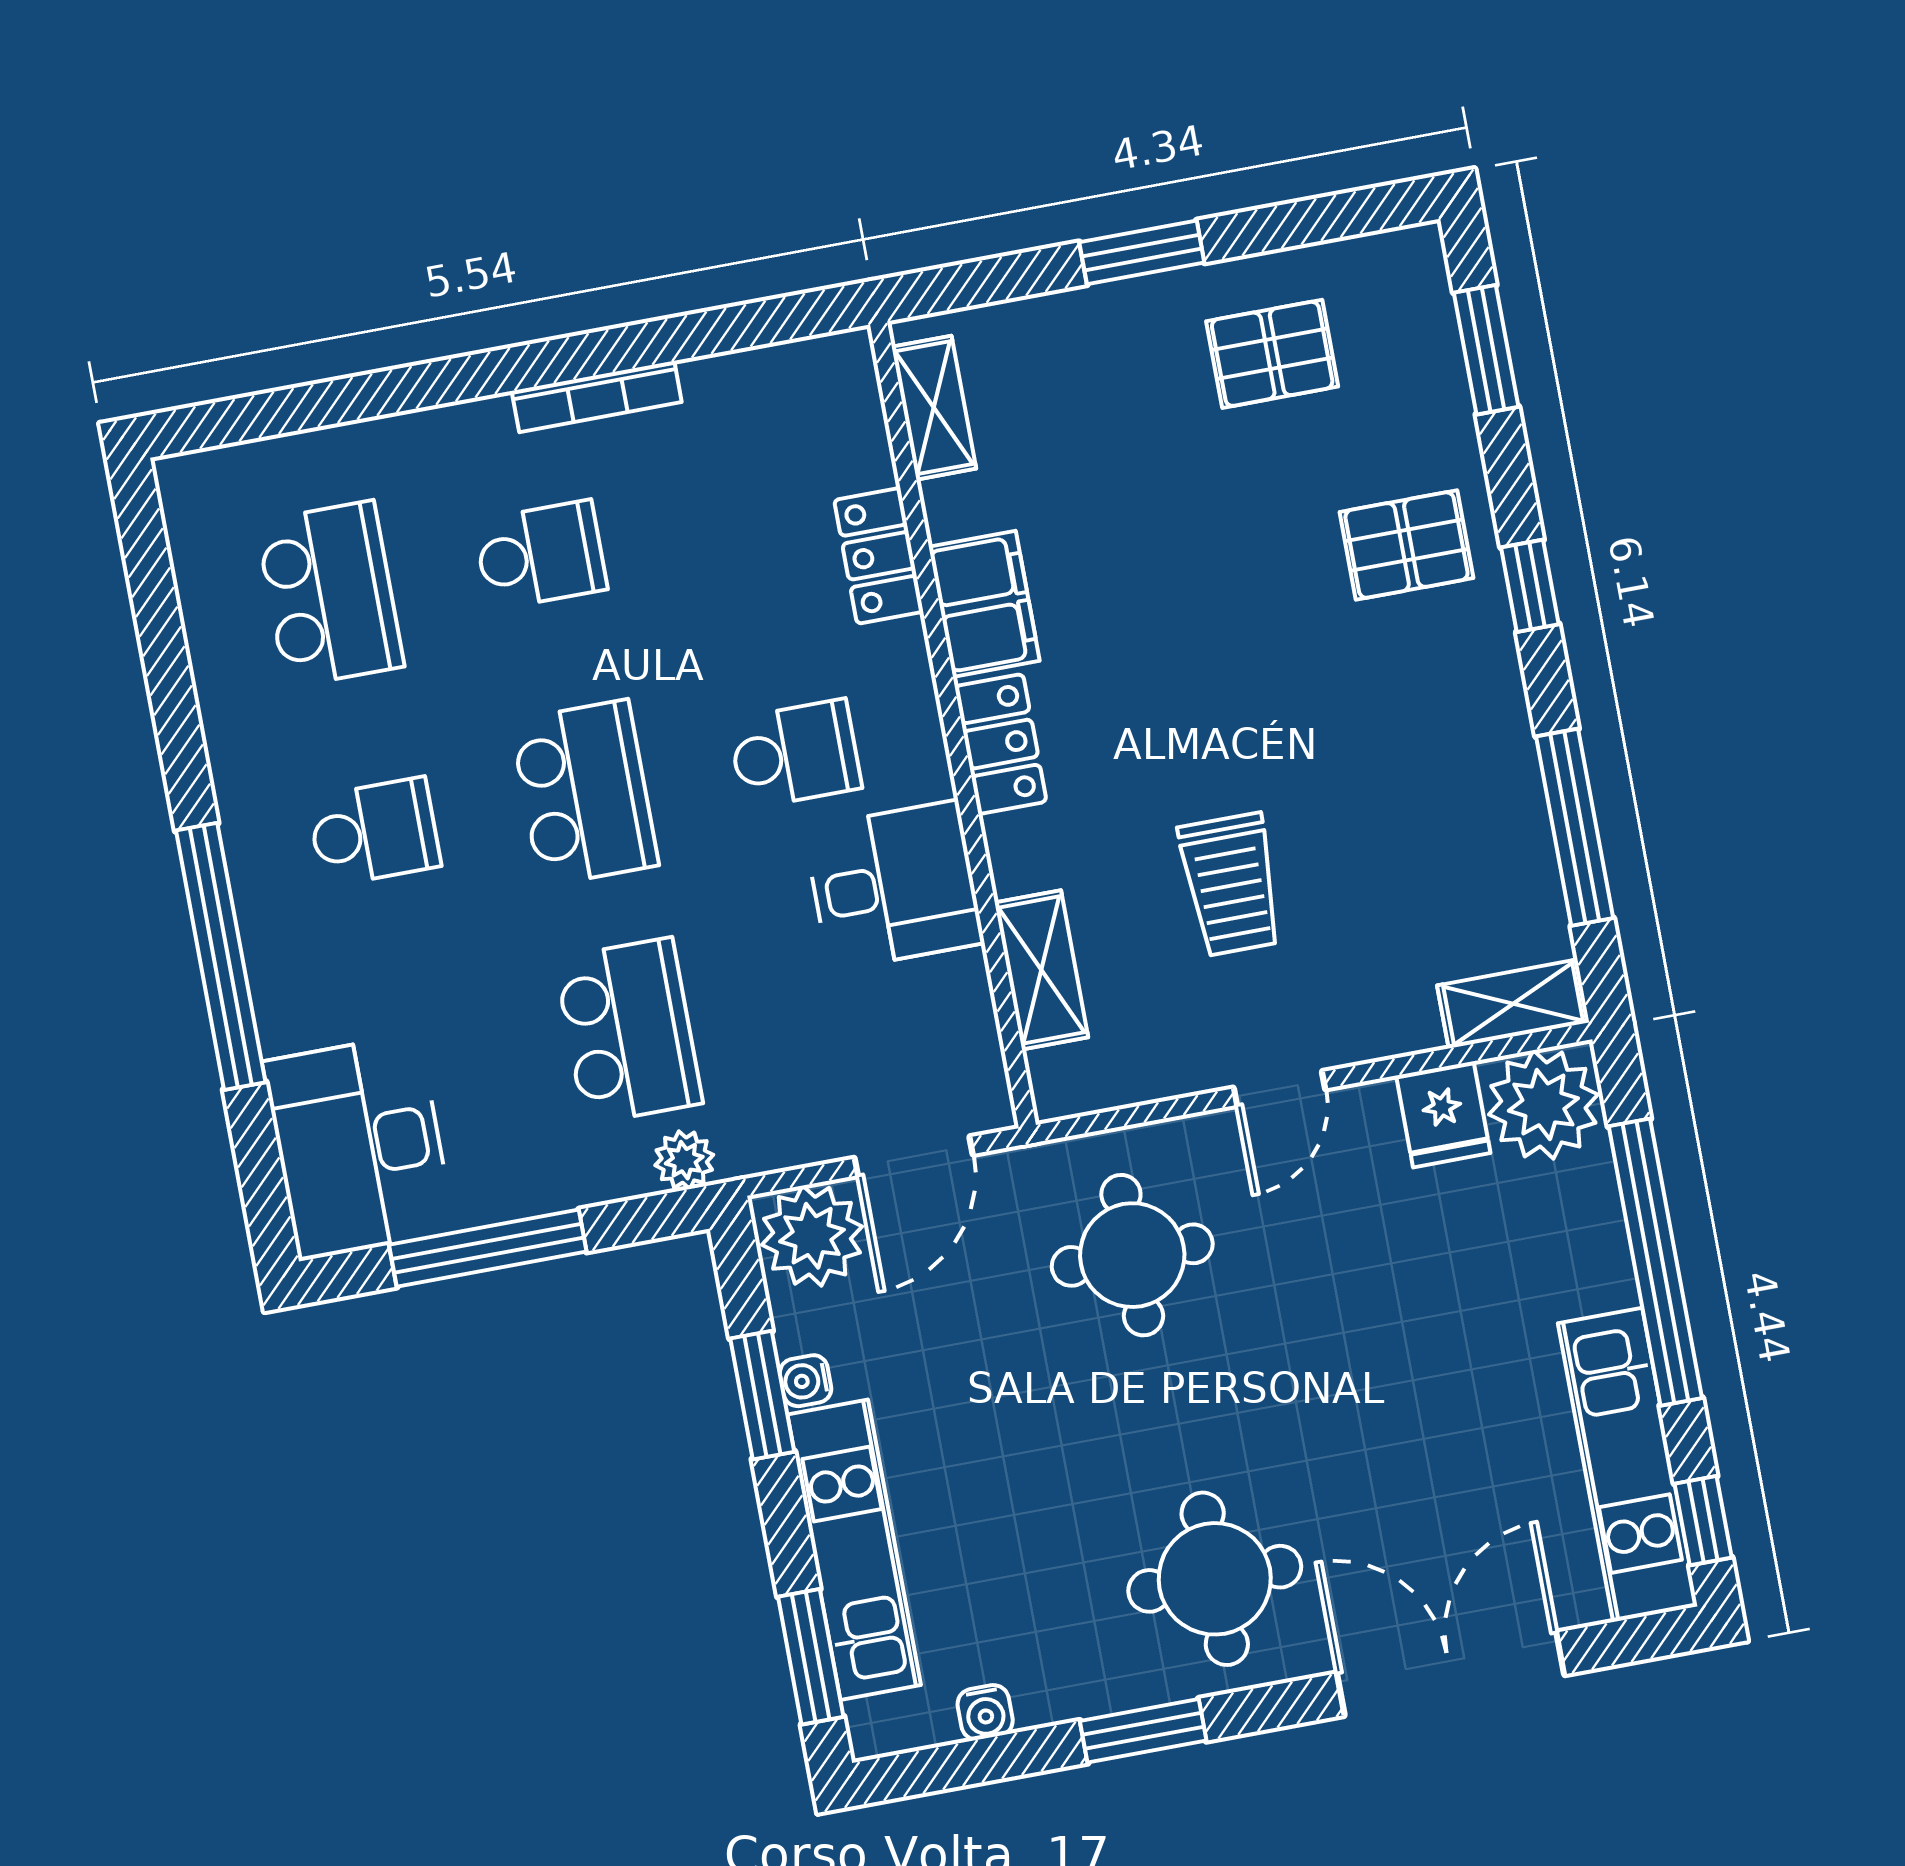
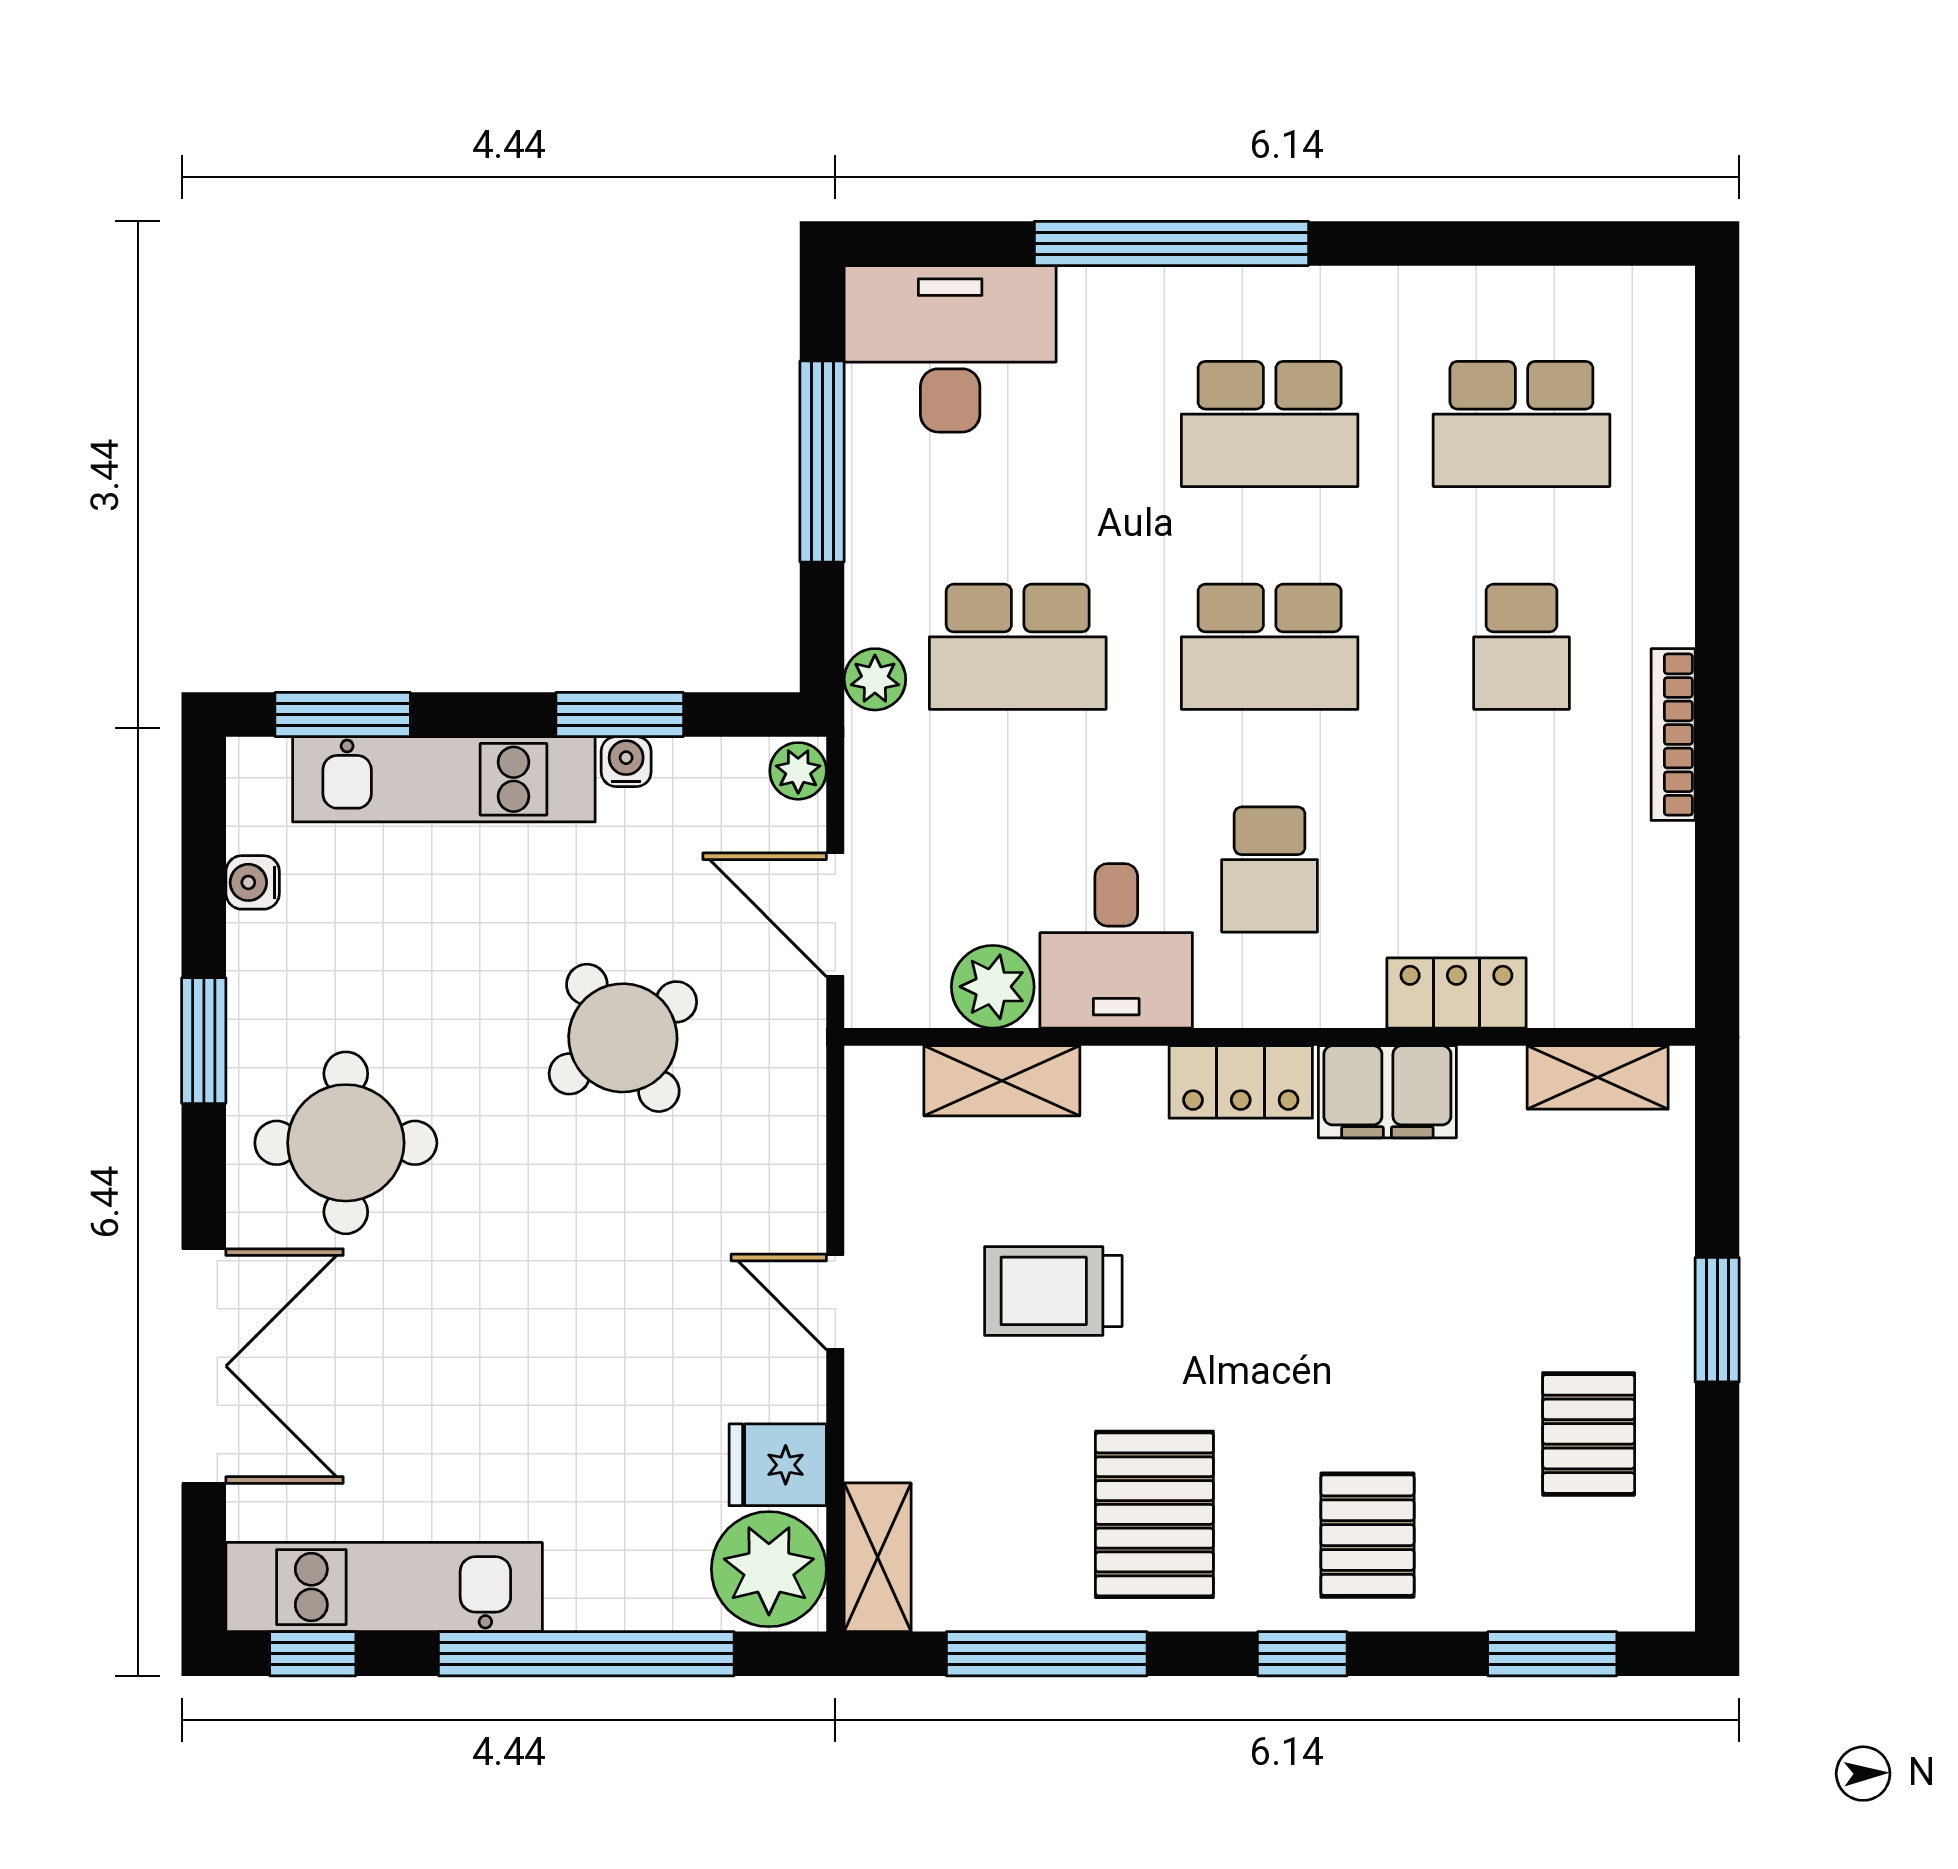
pallet: (1424, 750) -> (1154, 1514), added
school desk: (374, 832) -> (1270, 424), width x1.85
plant: (954, 995) -> (993, 987), added
plant: (812, 1236) -> (798, 771), width x0.53, depth x0.53
round table: (1132, 1255) -> (623, 1038), moved, turned -34

